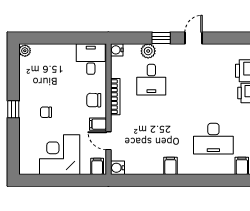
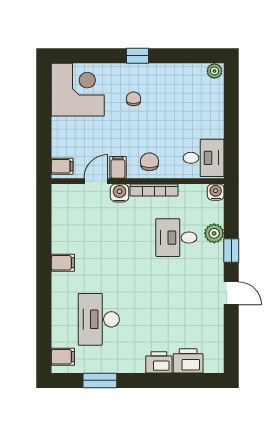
corner desk: (60, 155) -> (78, 90), moved
water cooler: (117, 168) -> (120, 193), moved

